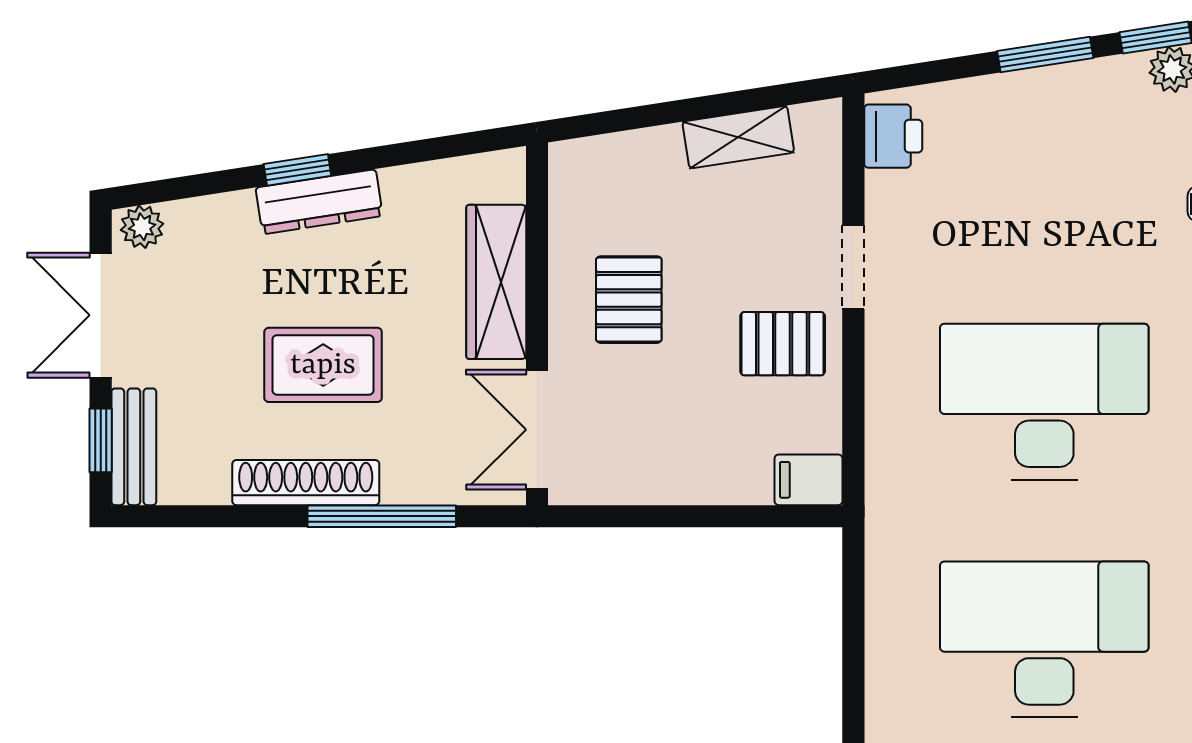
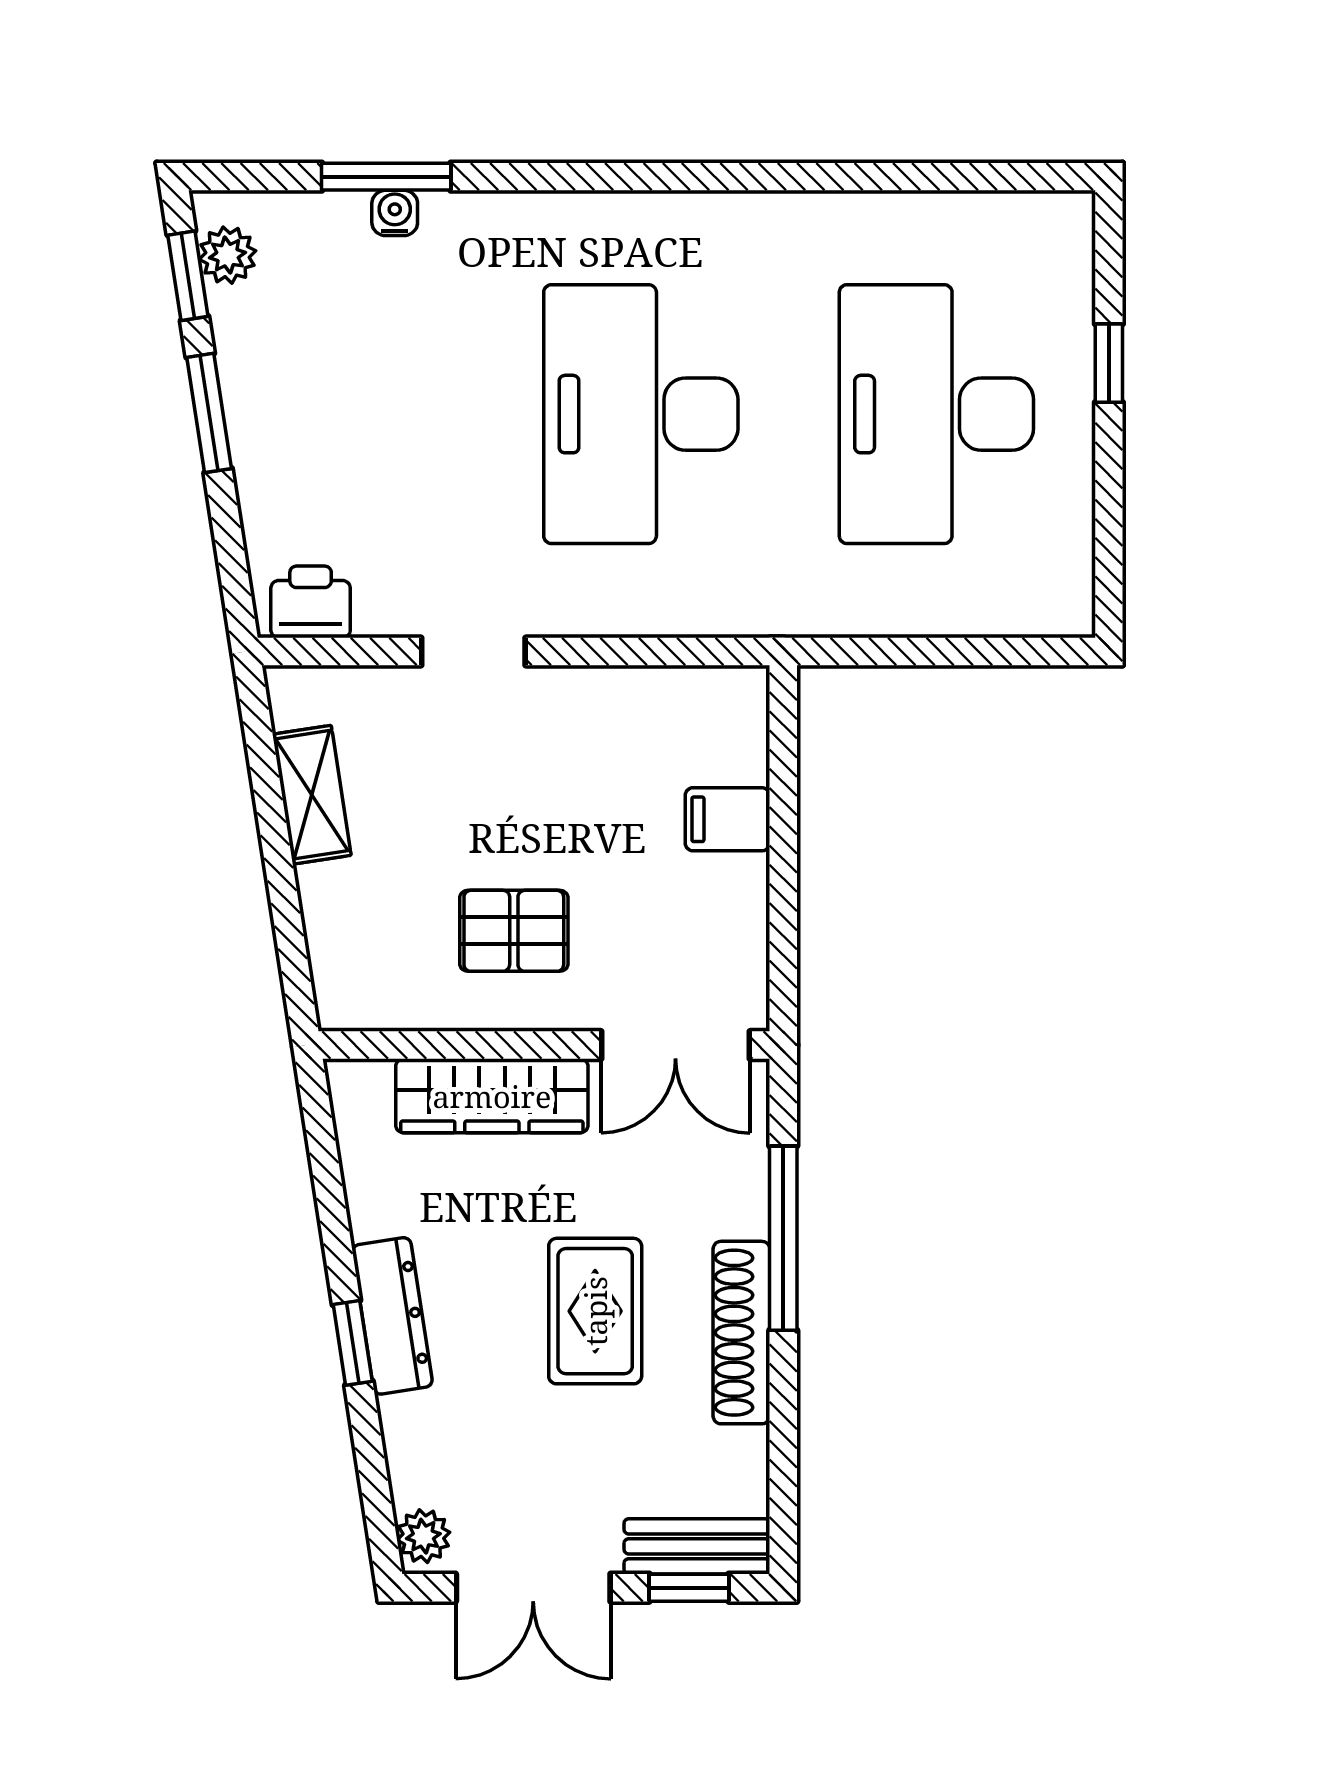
pallet: (783, 344) -> (569, 740), removed
filing cabinet: (809, 480) -> (727, 819), moved, turned 90

